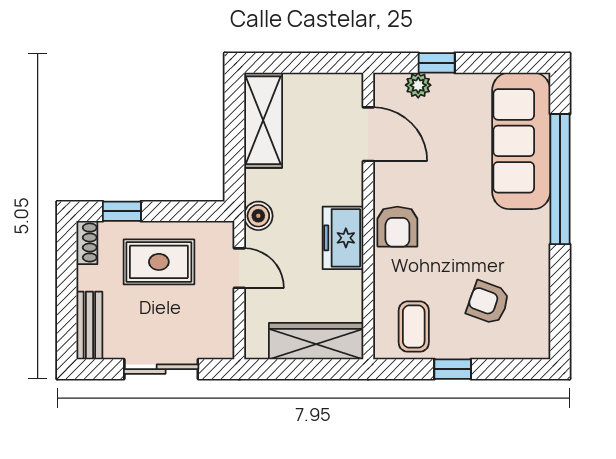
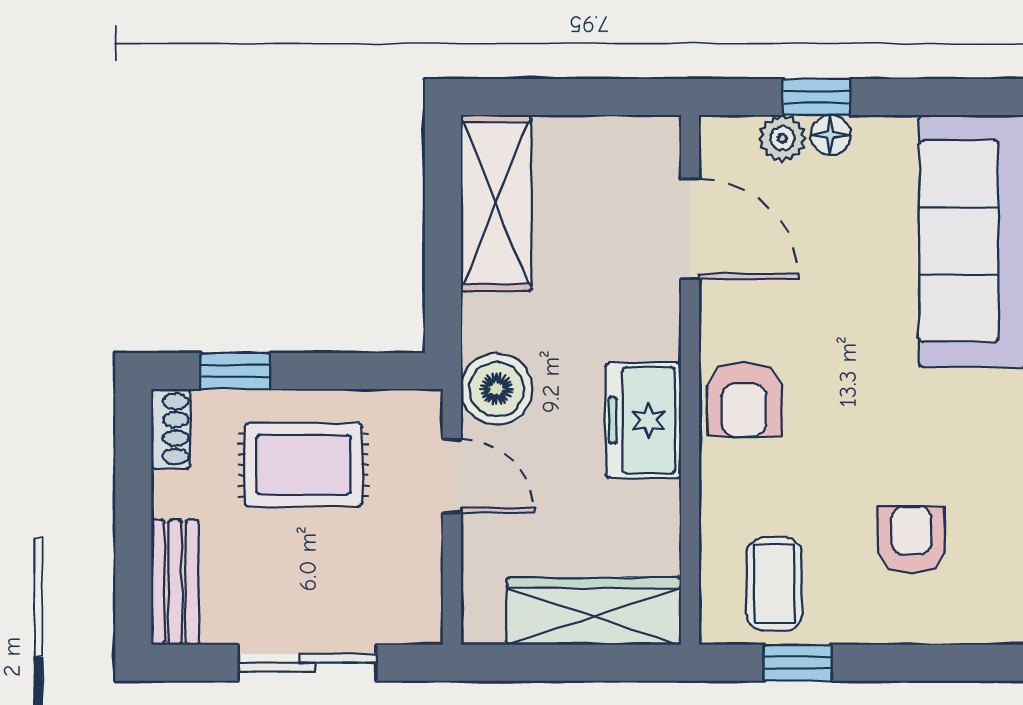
floor lamp: (444, 83) -> (831, 135), added
boiler: (258, 216) -> (497, 389), width x1.36, depth x1.36
armchair: (488, 303) -> (911, 540), turned 70
window: (453, 369) -> (798, 663), moved

